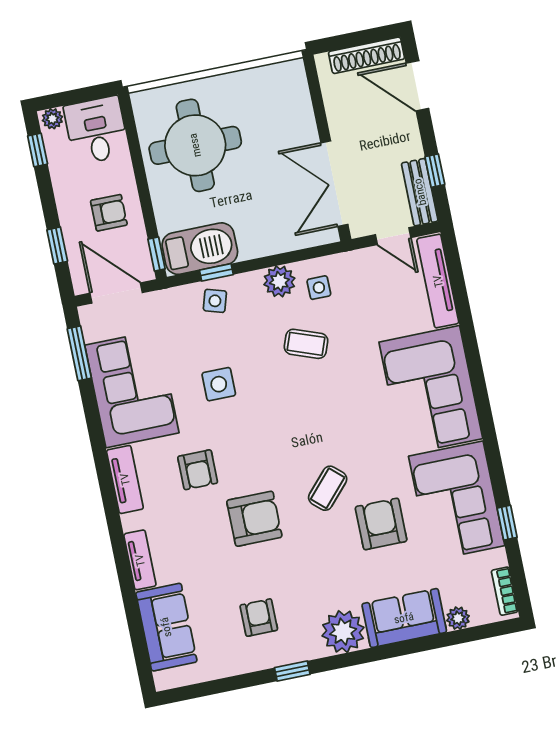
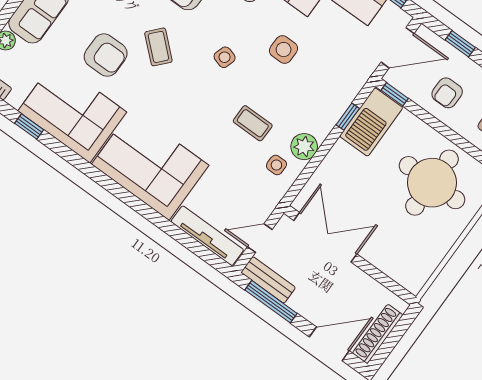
window: (435, 171) -> (271, 302), width x2.17
side table: (215, 301) -> (225, 57), moved
coffee table: (306, 344) -> (253, 123), turned 70

